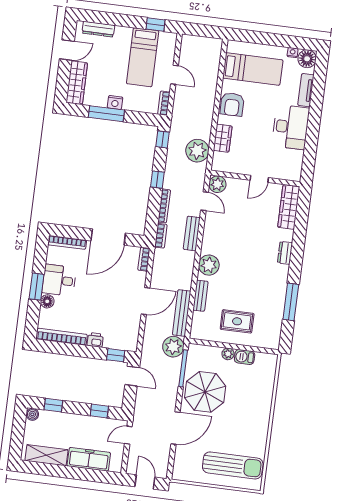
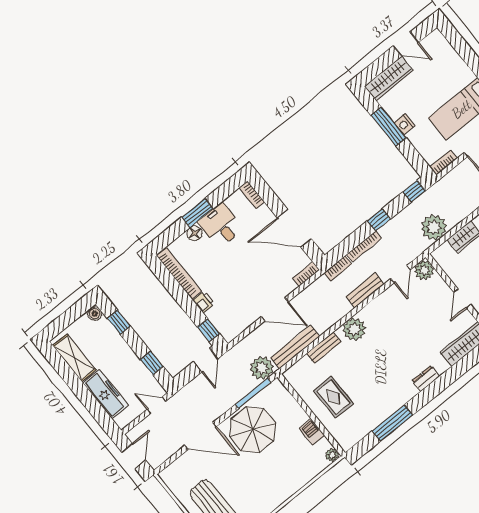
dresser: (98, 29) -> (448, 52), removed
door: (259, 179) -> (462, 298), hinge flipped
bookcase: (67, 242) -> (252, 195), width x0.64
plant: (228, 354) -> (332, 455), moved

